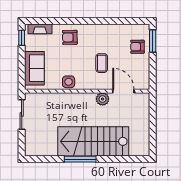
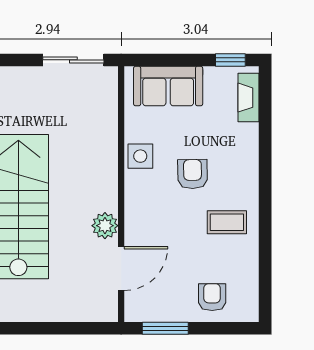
armchair: (70, 37) -> (193, 174), moved
window: (153, 41) -> (165, 328), moved
coffee table: (102, 63) -> (227, 222), moved

